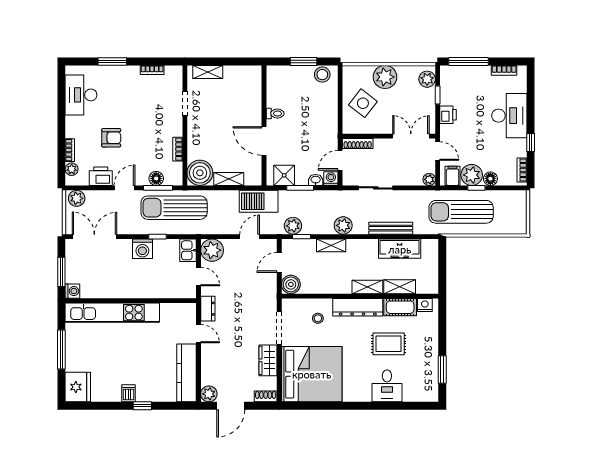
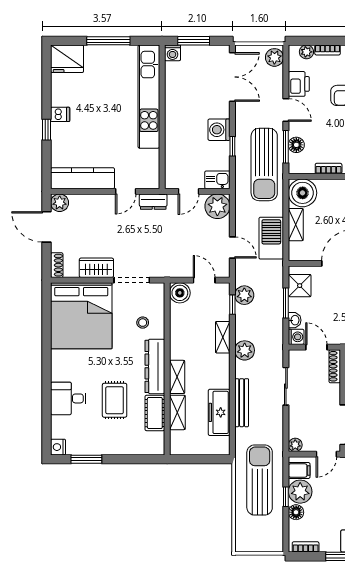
barbecue: (259, 201) -> (271, 238), moved
sun lounger: (174, 208) -> (264, 165), turned 180
nightstand: (425, 305) -> (58, 447), moved, turned 180

